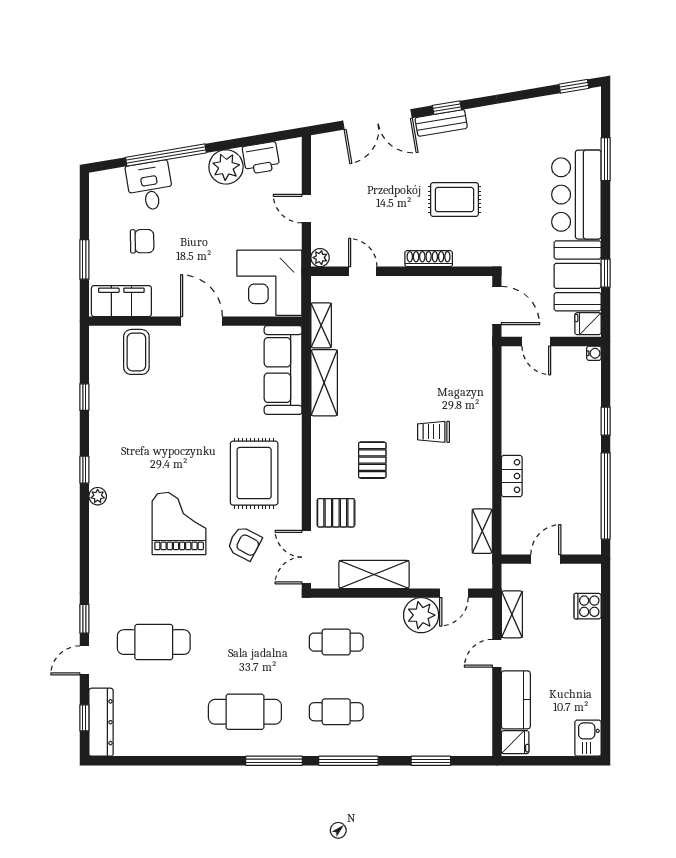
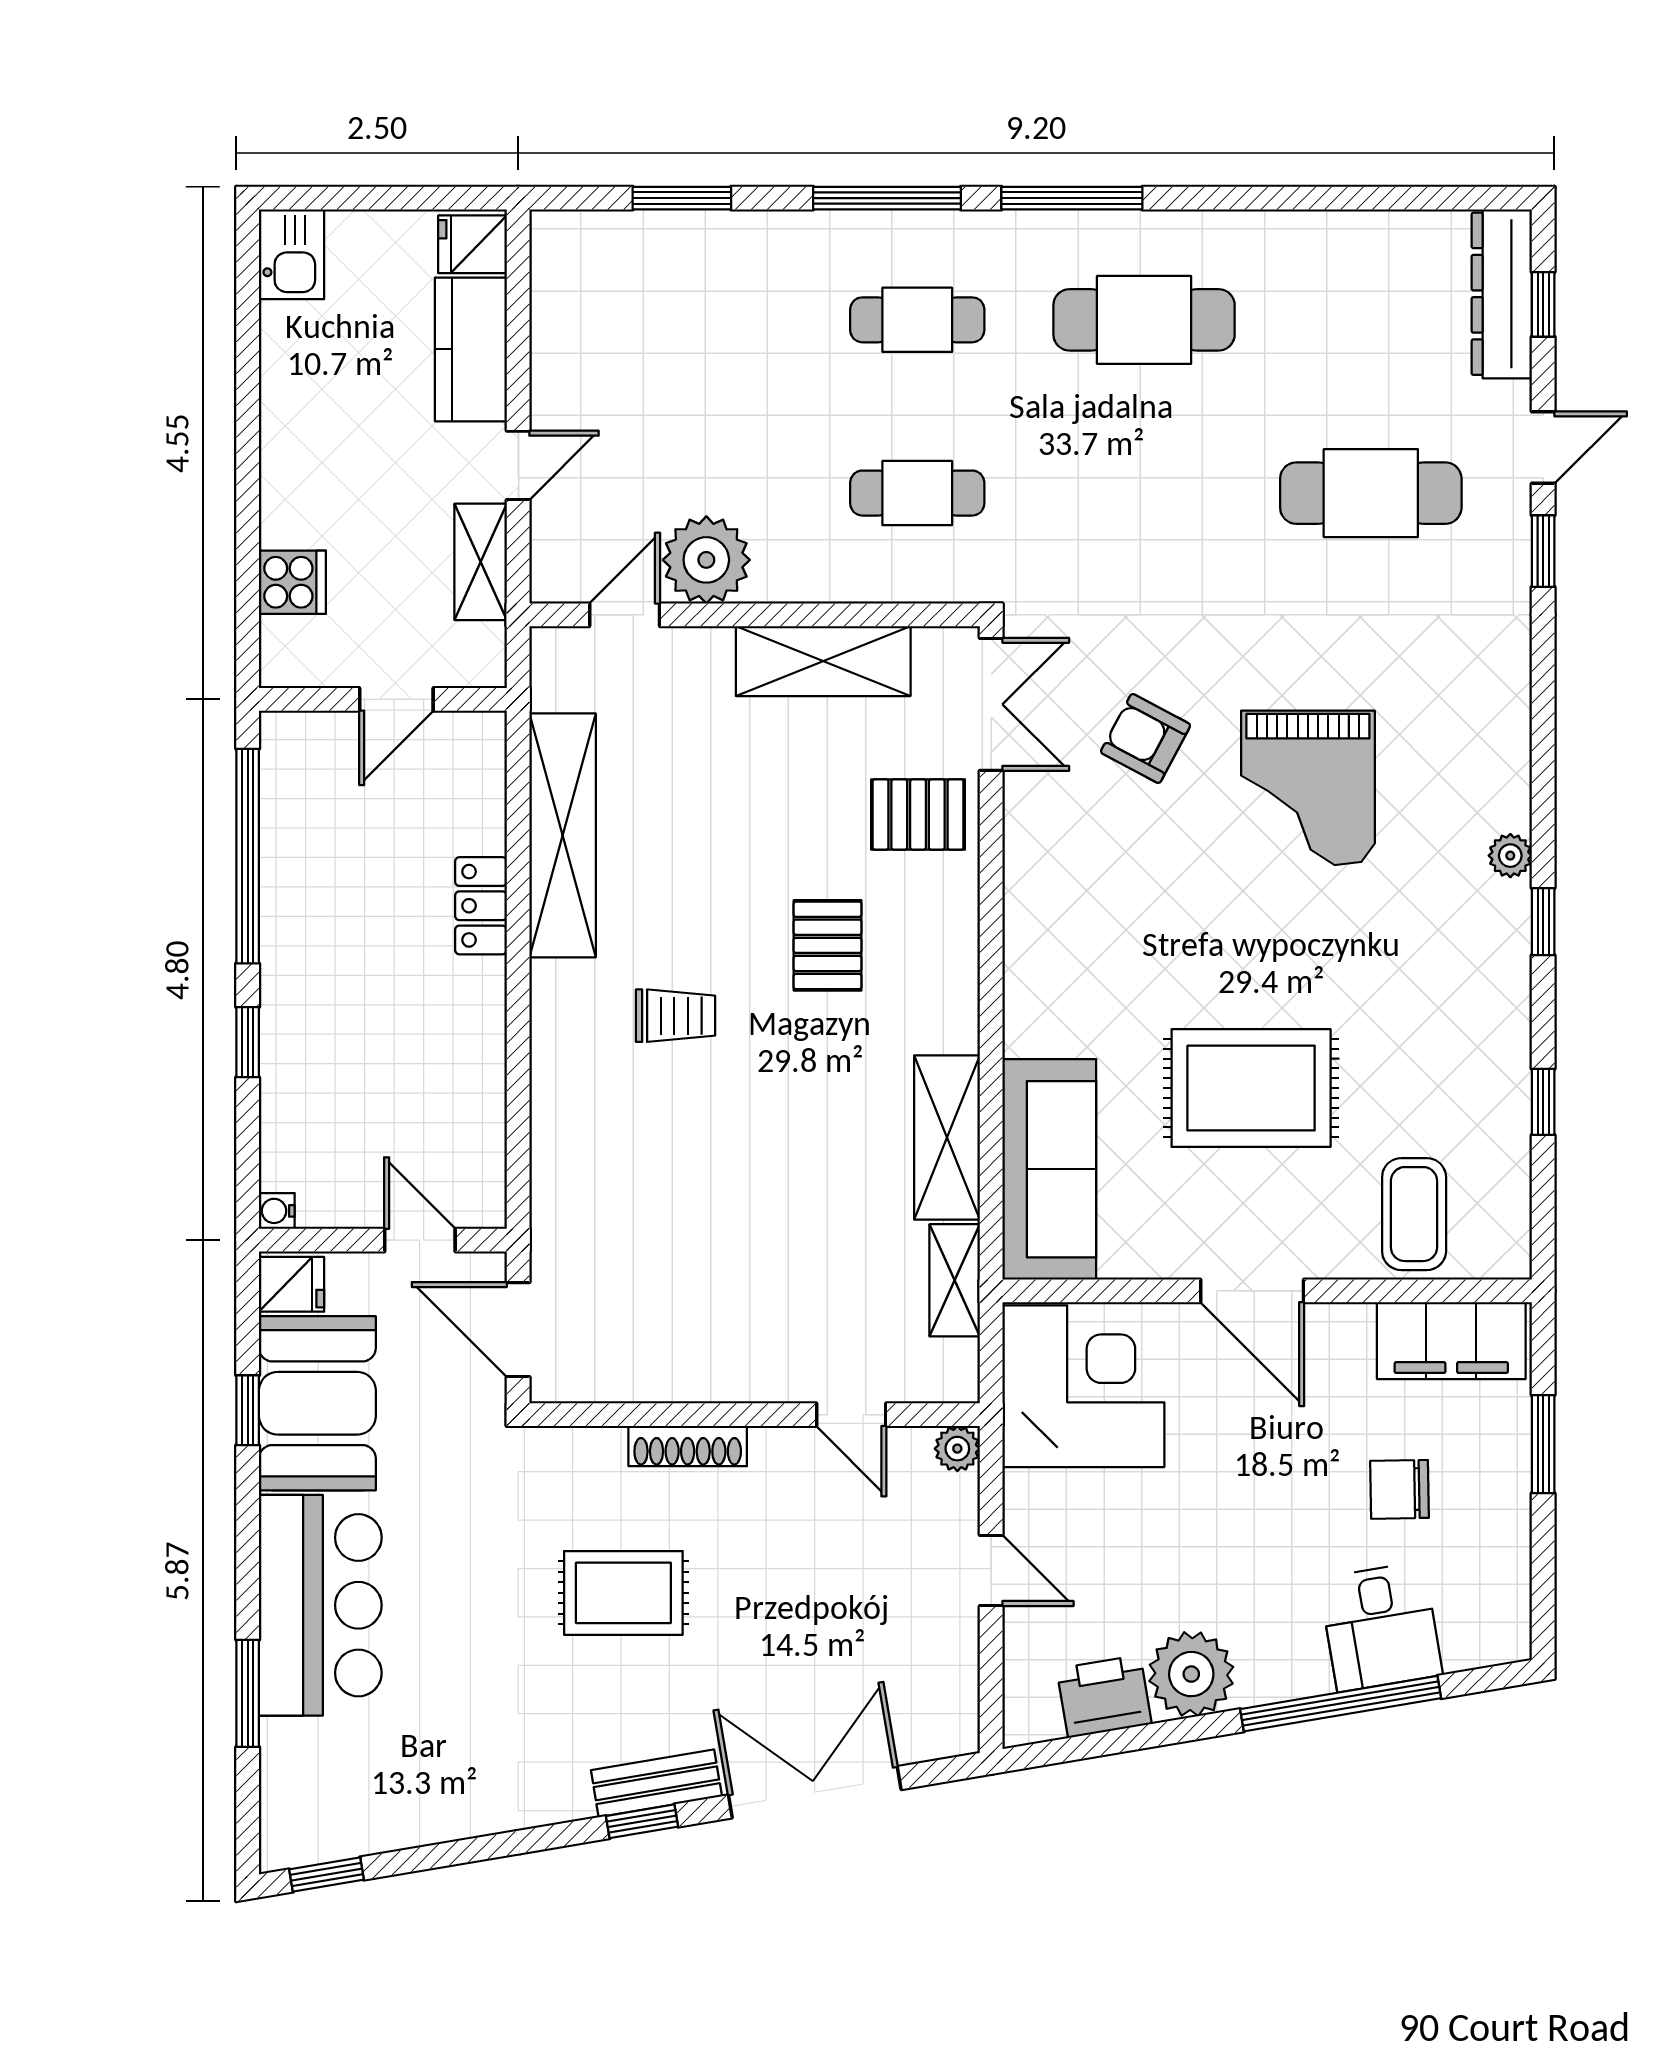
rug: (254, 473) -> (1251, 1088), moved, turned 90
shelving: (482, 531) -> (563, 835), width x2.20, depth x1.33

